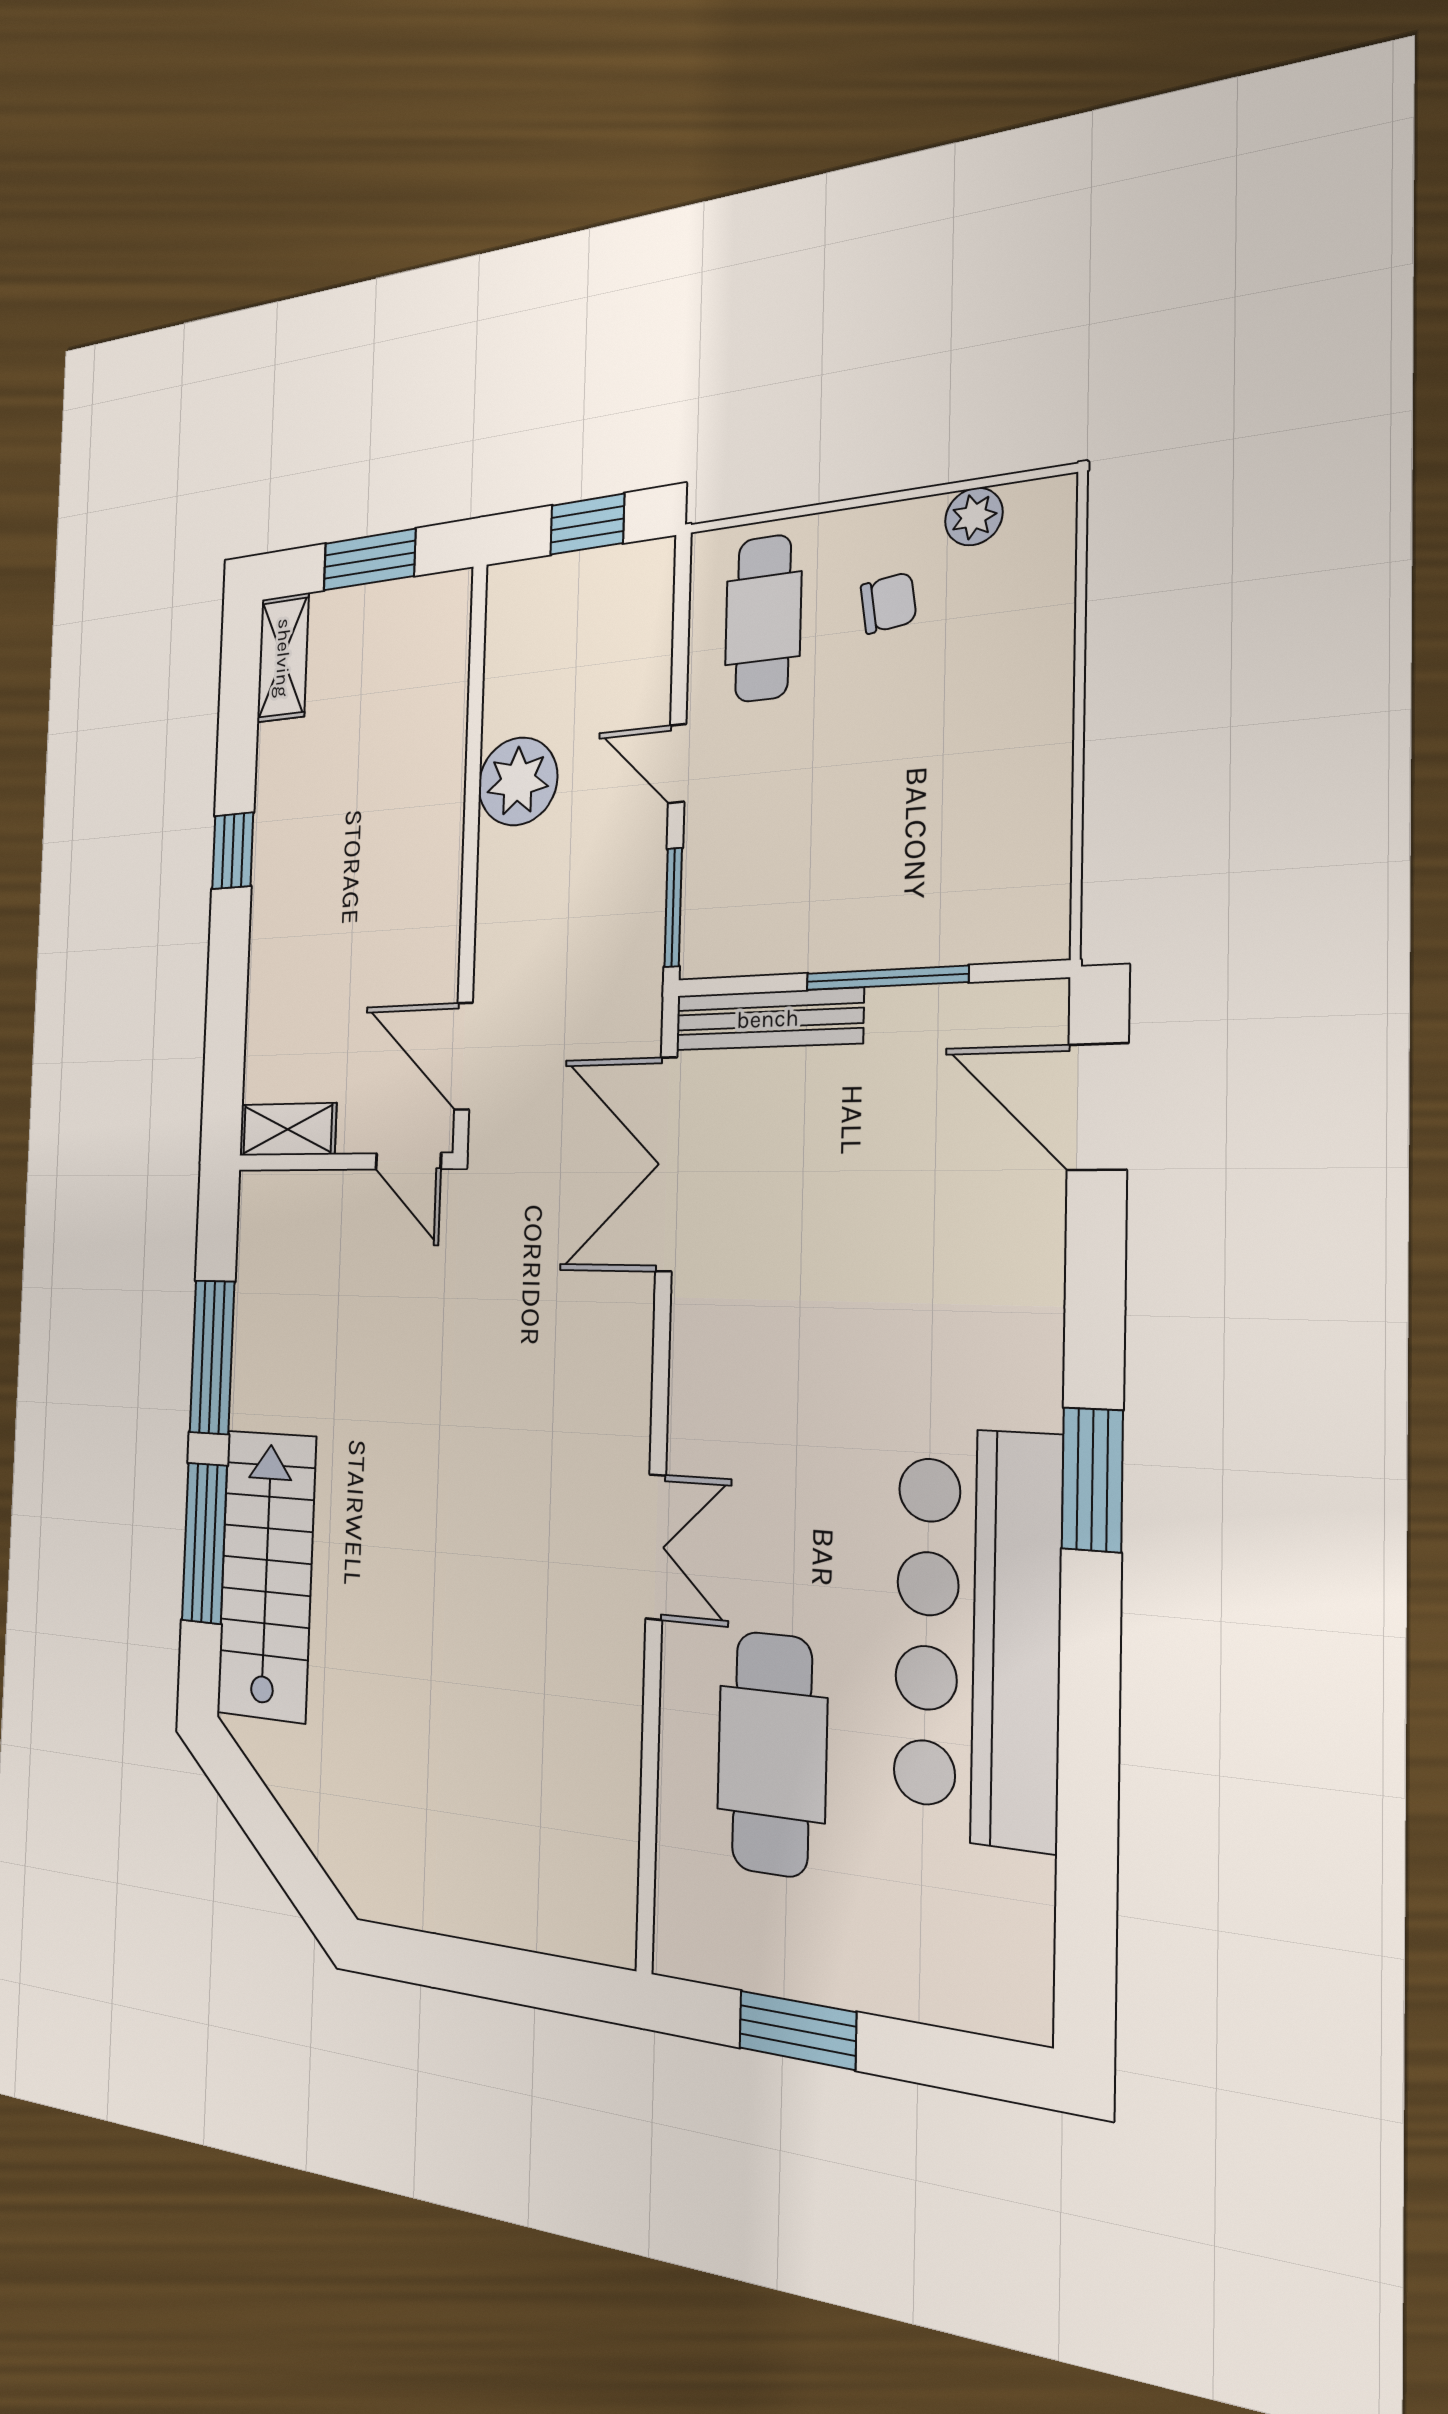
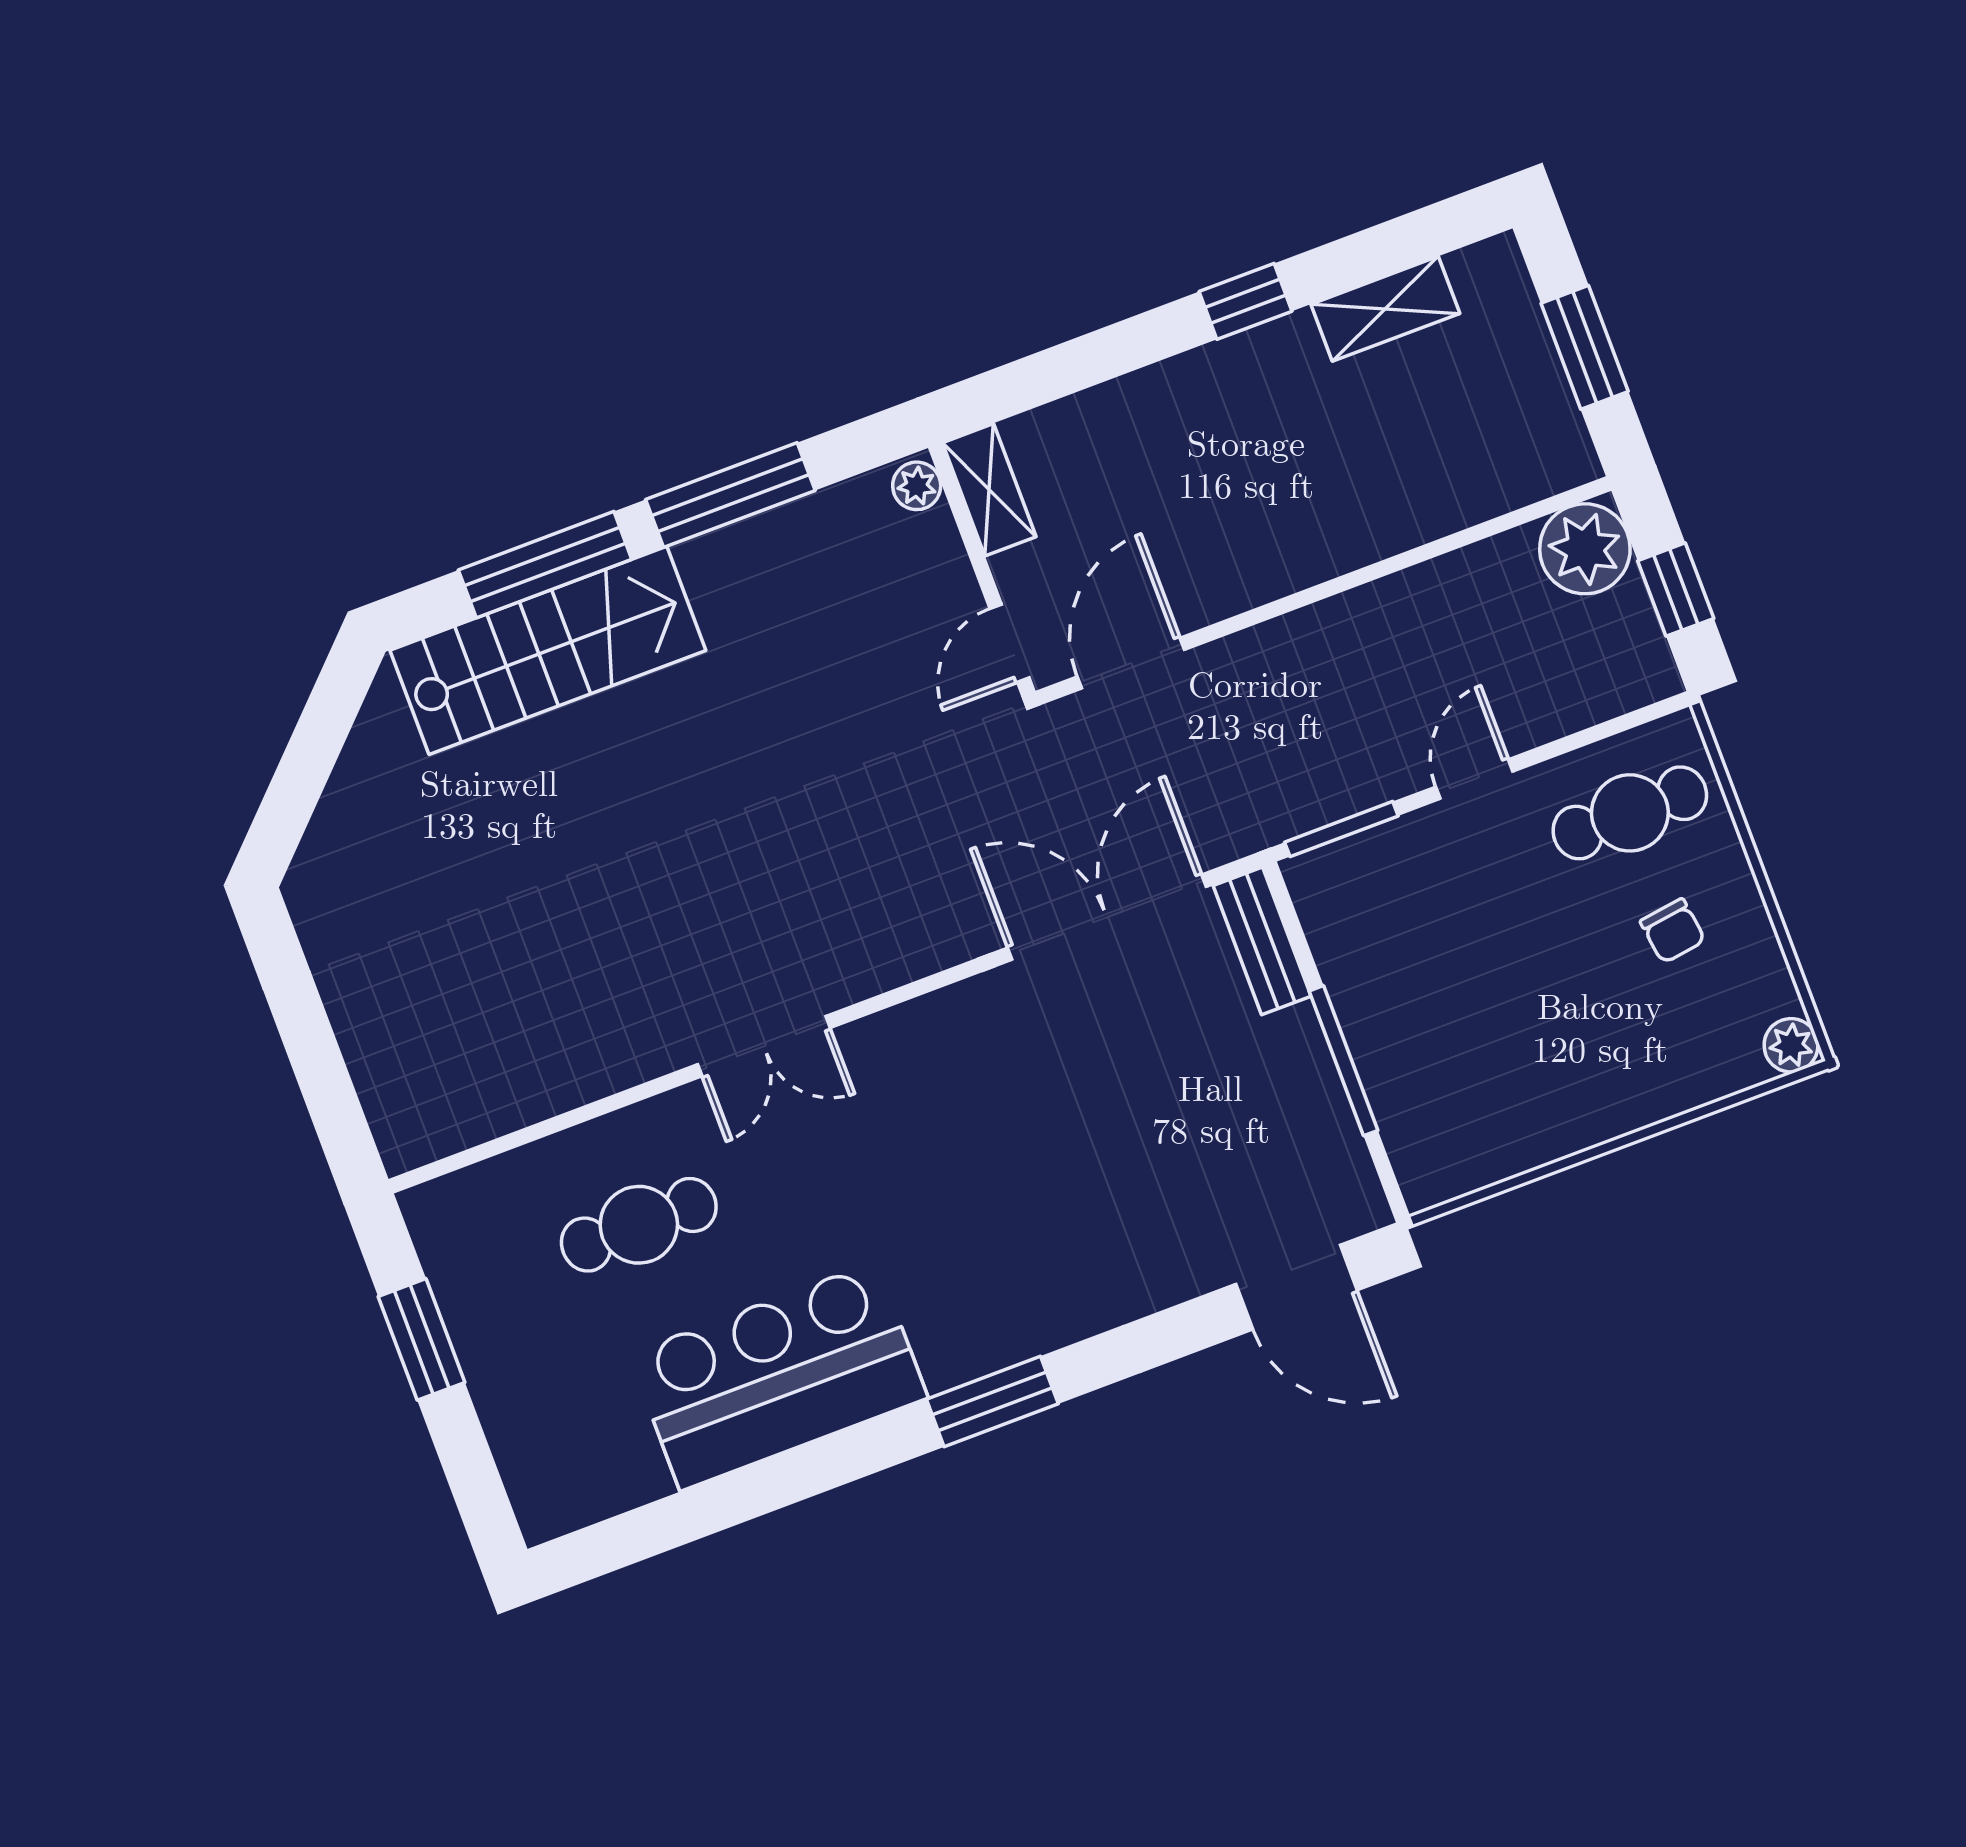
plant: (974, 517) -> (1791, 1045), moved
shelving: (283, 658) -> (1385, 309), moved
plant: (518, 781) -> (1585, 549), moved
bench: (768, 1019) -> (1262, 941), width x0.73
door: (1098, 1107) -> (1296, 1287), swing flipped
plant: (262, 1192) -> (917, 486), added
bar counter: (977, 1636) -> (778, 1376), width x0.73
cafe table: (772, 1754) -> (639, 1225), width x0.73, depth x0.74

